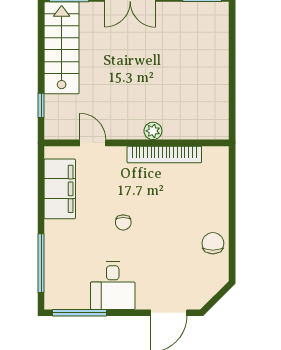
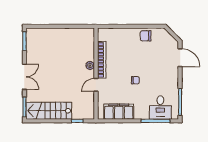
door: (93, 143) -> (96, 85), moved
desk: (113, 286) -> (160, 108), moved, turned 90

